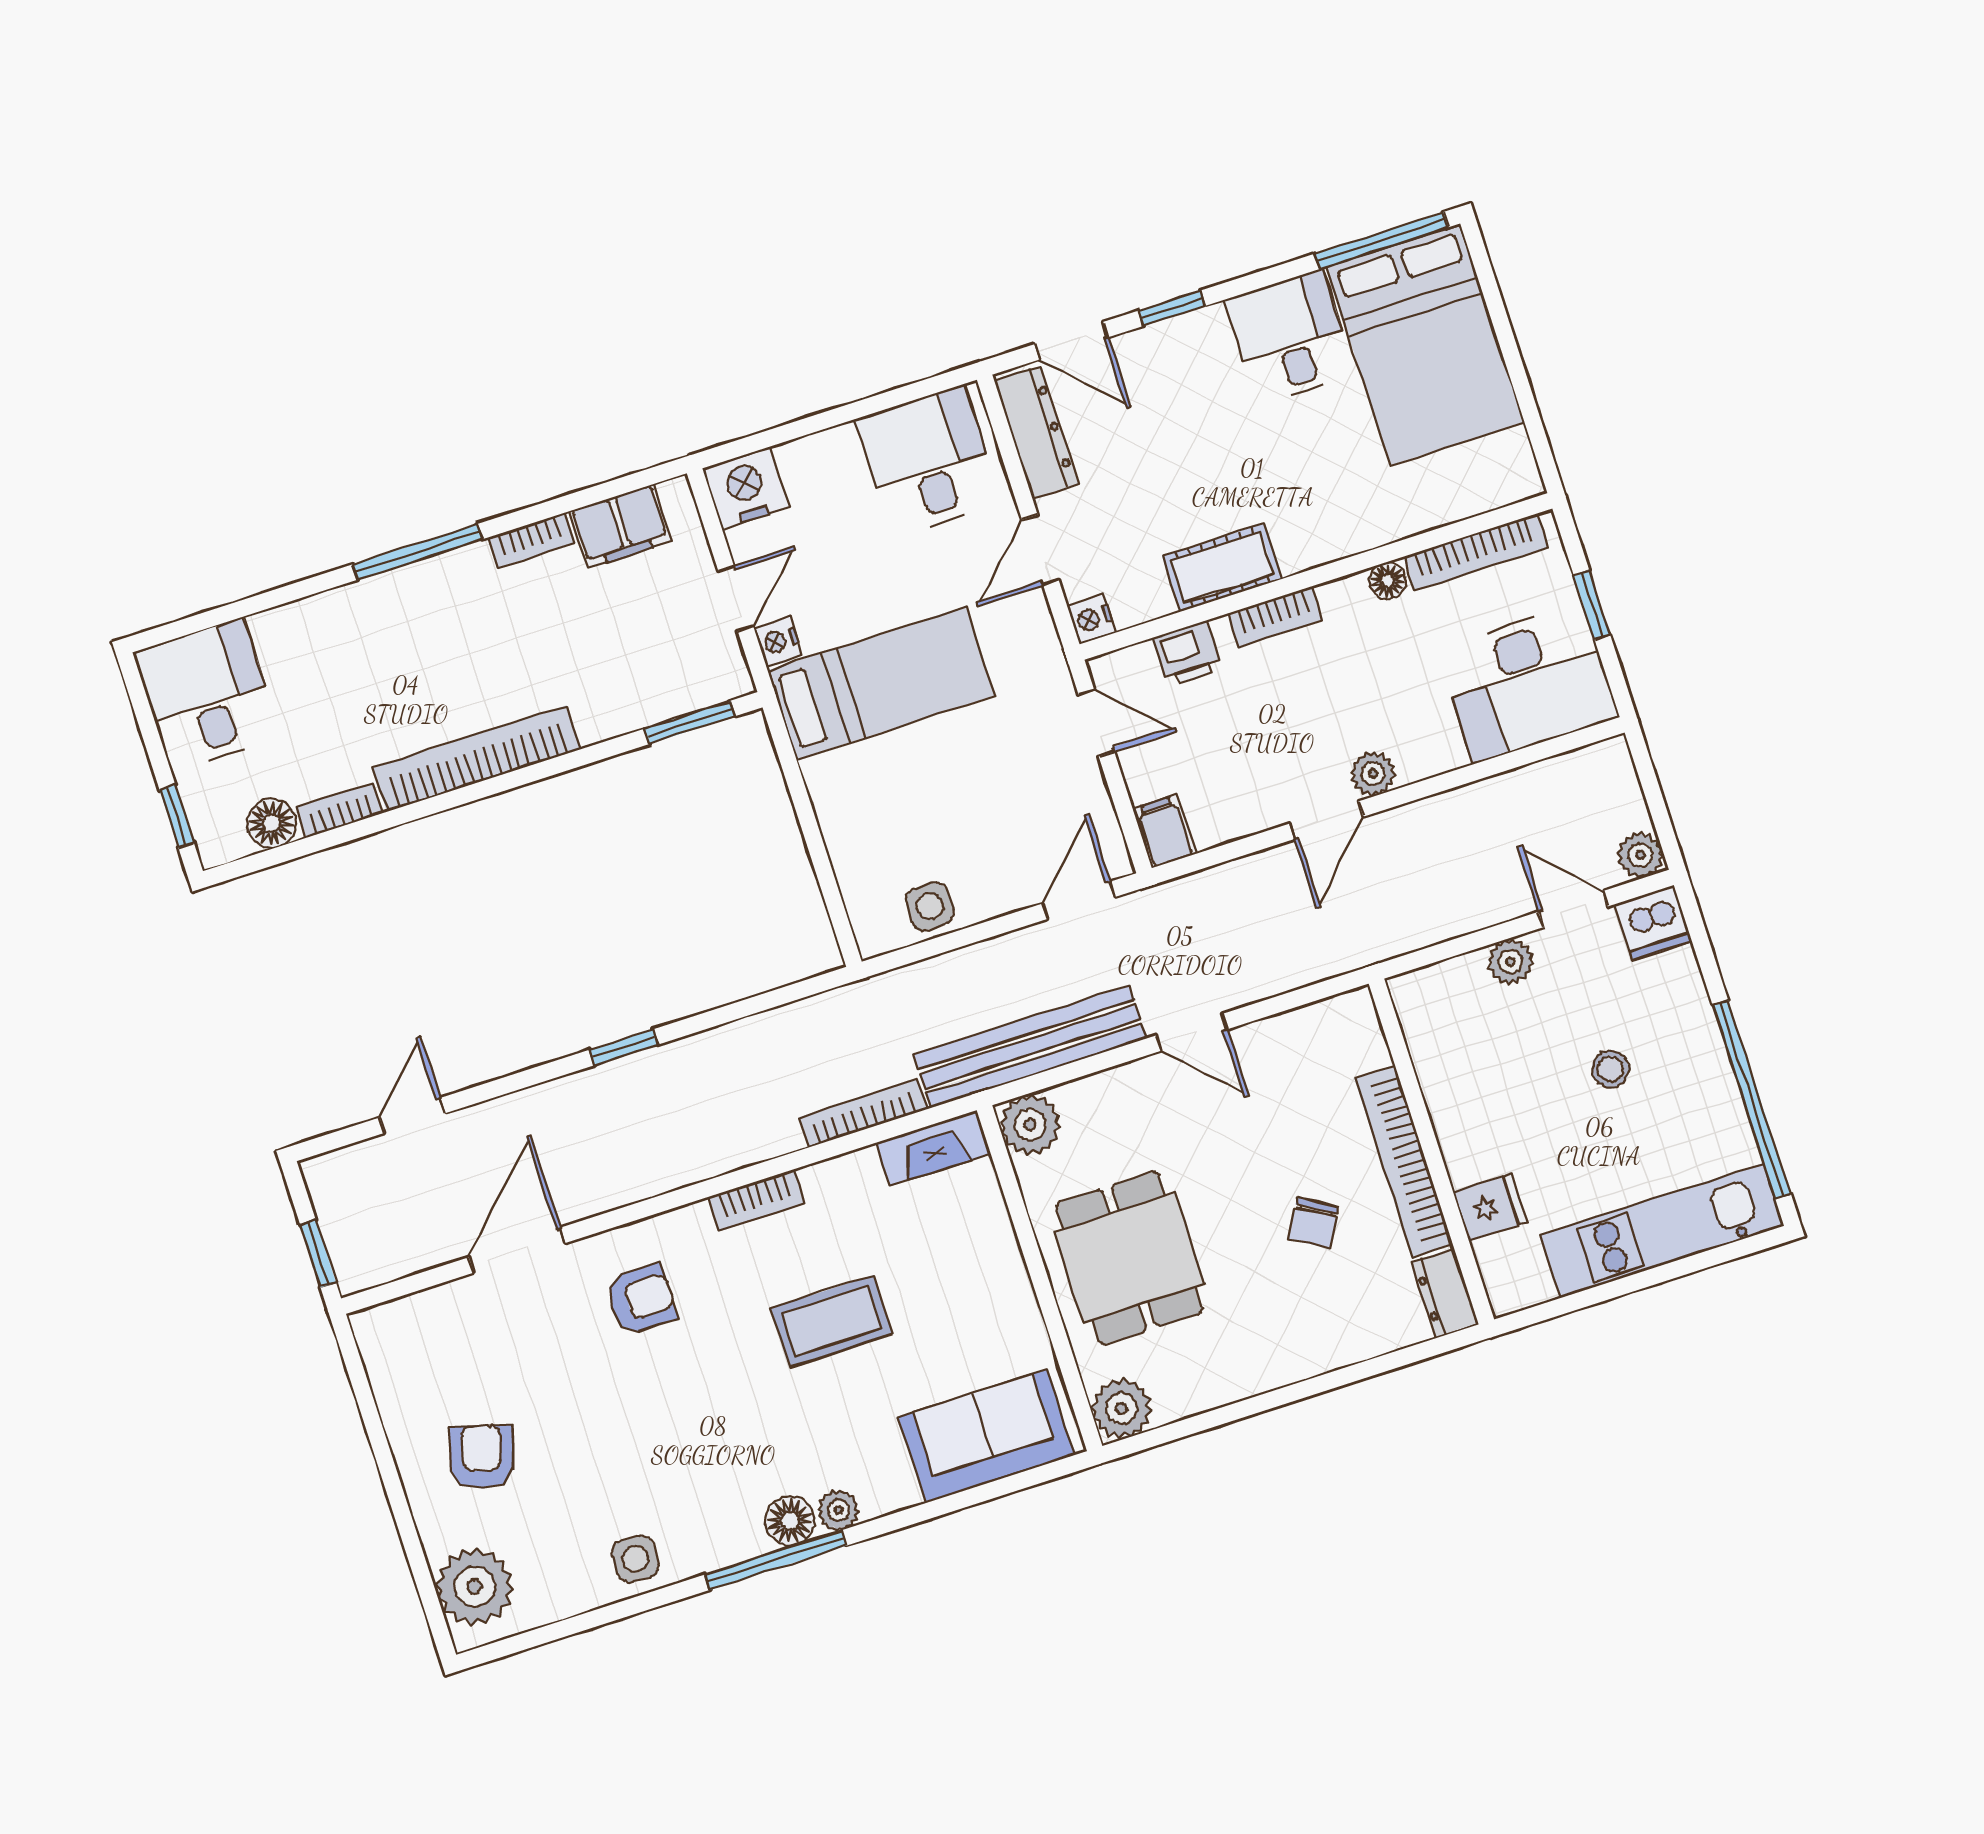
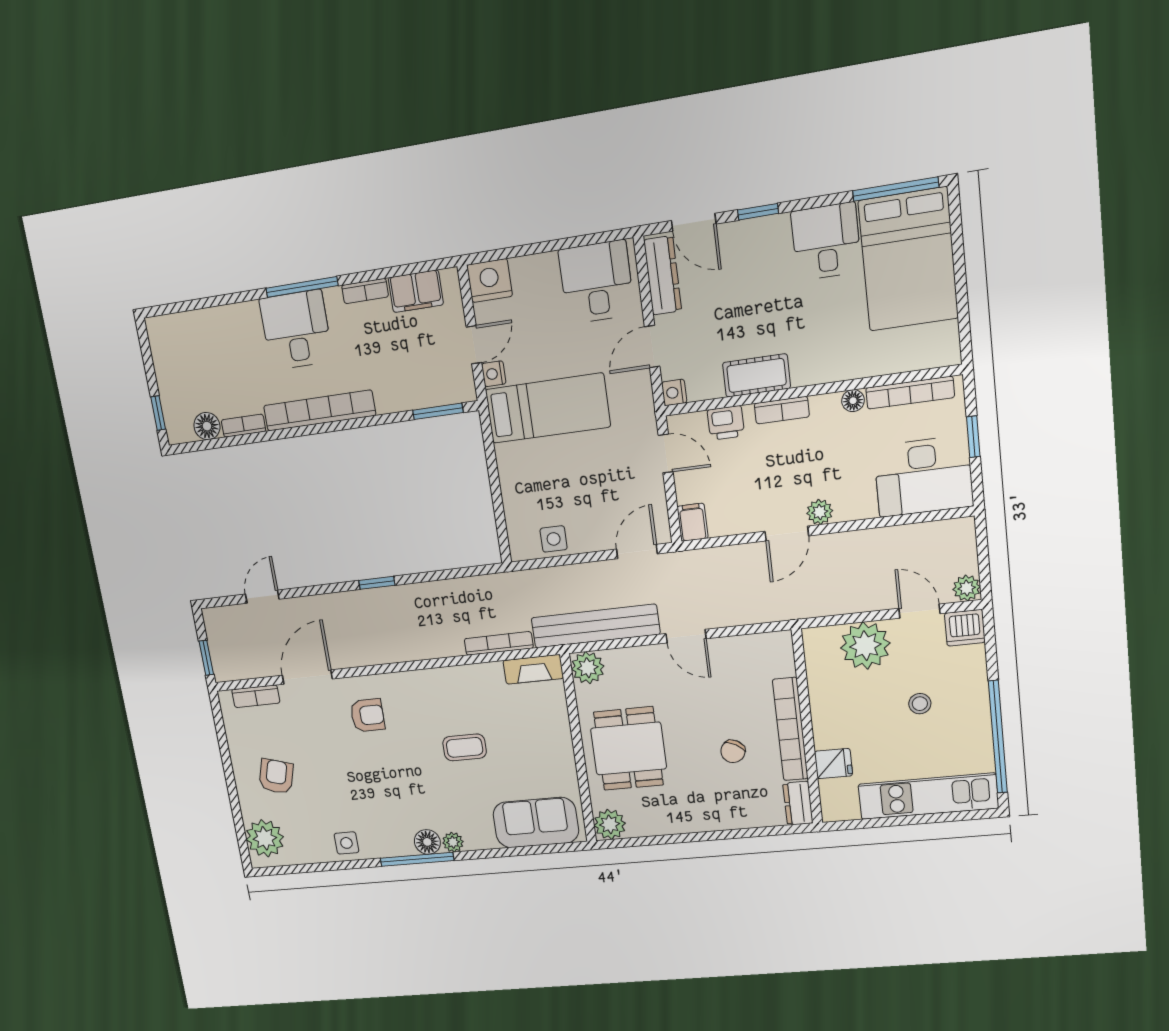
desk: (207, 694) -> (296, 330), moved
plant: (1510, 962) -> (865, 646), width x1.88, depth x1.88
bookcase: (756, 1200) -> (256, 696), moved
coffee table: (832, 1321) -> (465, 747), width x0.73, depth x0.77

